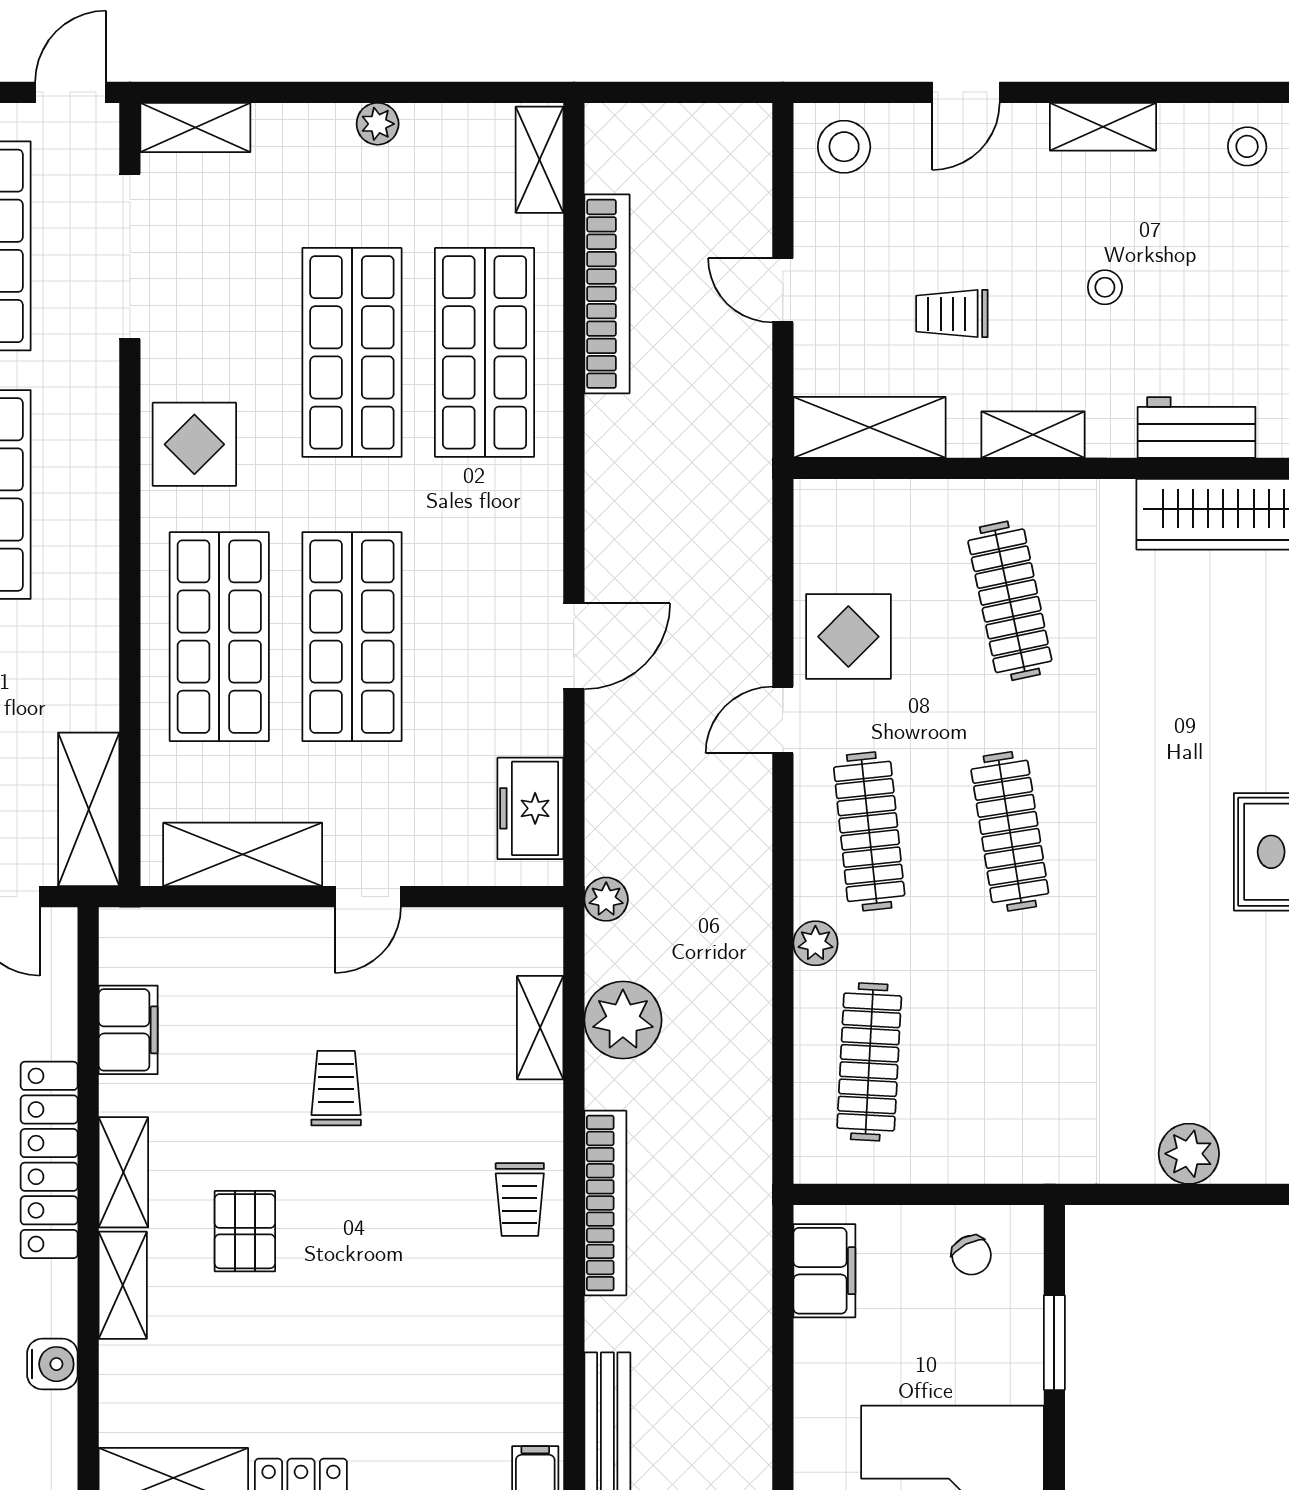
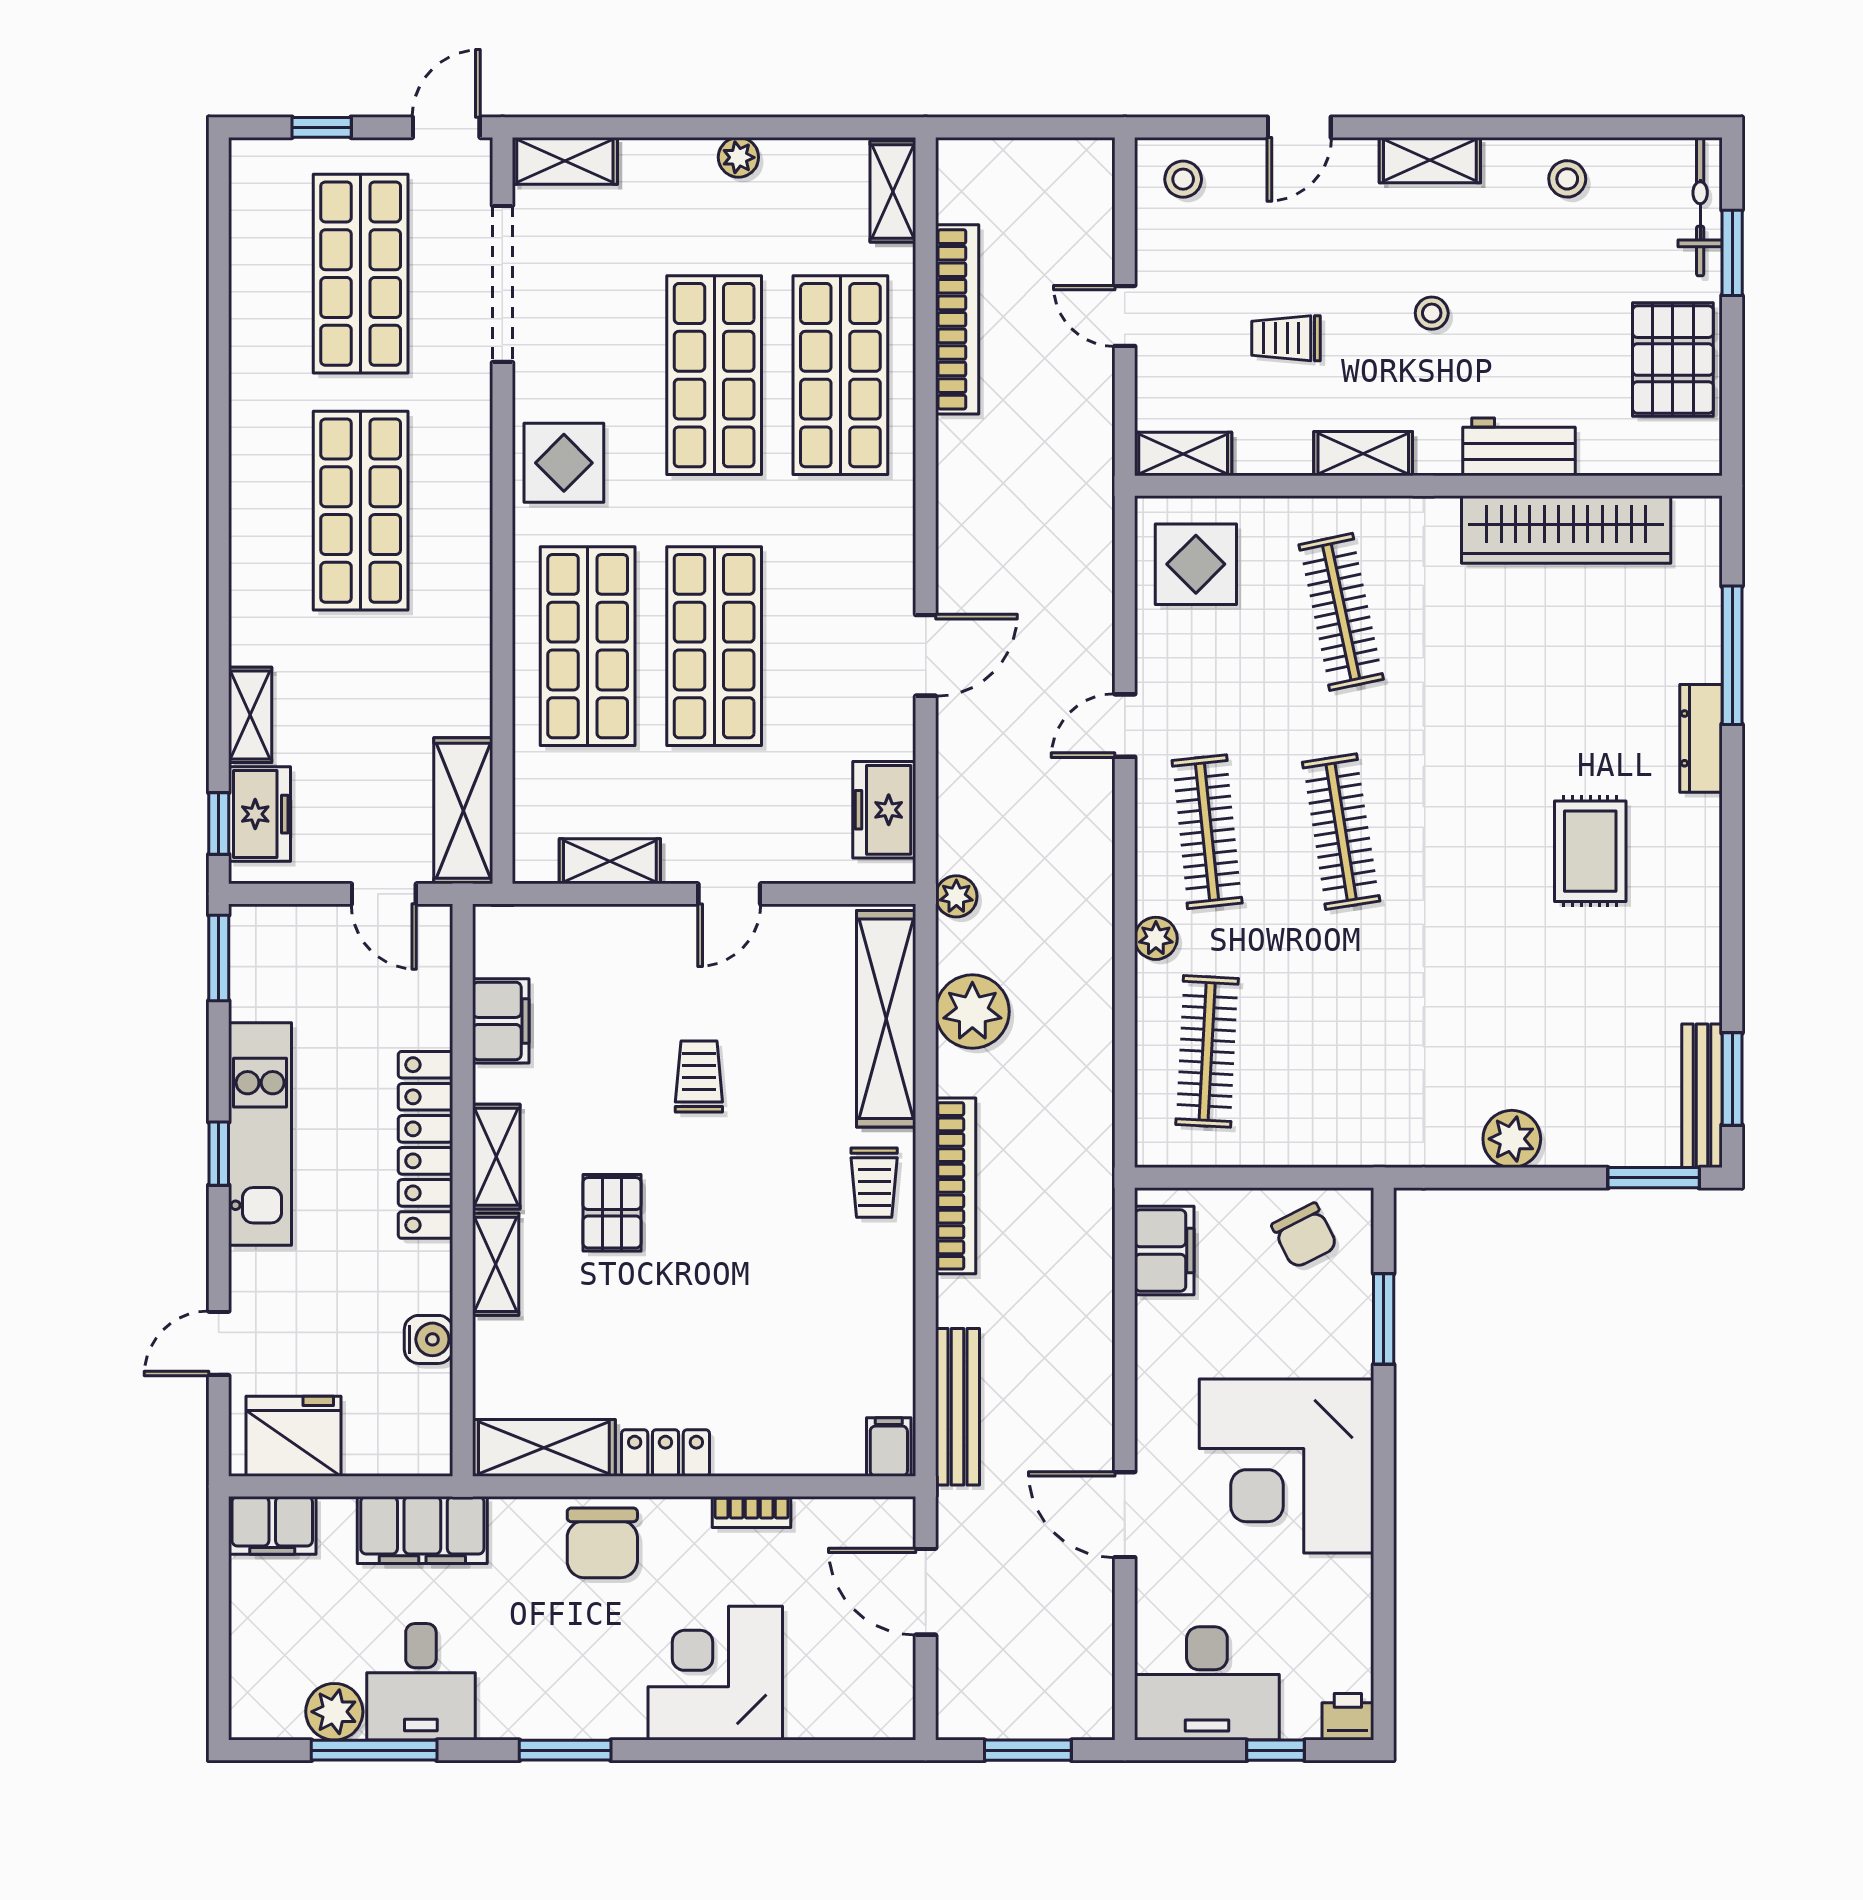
stool: (844, 147) -> (1183, 179), width x0.73, depth x0.73
shelving: (869, 427) -> (1183, 454), width x0.67, depth x0.75
display table: (848, 637) -> (1196, 564), moved
shelving: (243, 854) -> (610, 861), width x0.67, depth x0.75
shelving: (540, 1028) -> (886, 1019), width x2.20, depth x1.33
chair: (971, 1255) -> (1304, 1236), width x1.37, depth x1.37

